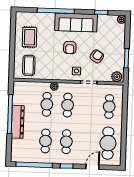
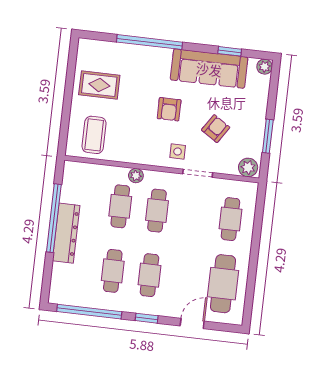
sofa: (76, 22) -> (209, 69), moved
rug: (30, 37) -> (99, 85), turned 90

